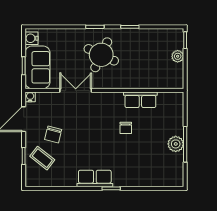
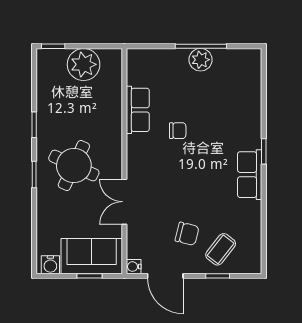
plant: (178, 56) -> (84, 64), width x1.88, depth x1.88

